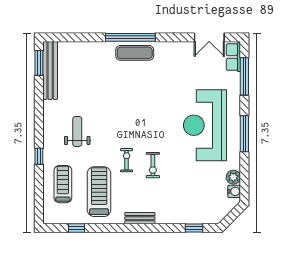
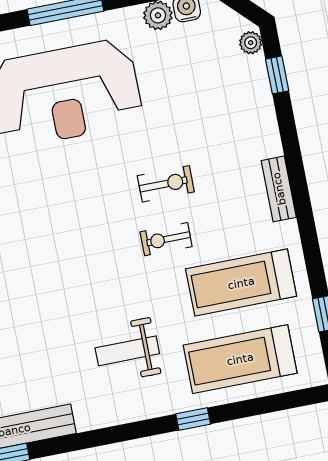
treadmill: (63, 184) -> (240, 359), width x1.37, depth x1.38
plant: (212, 218) -> (251, 43), added

